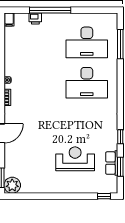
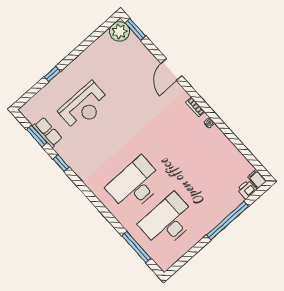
printer: (35, 19) -> (247, 190), moved
window: (104, 196) -> (52, 74), moved

